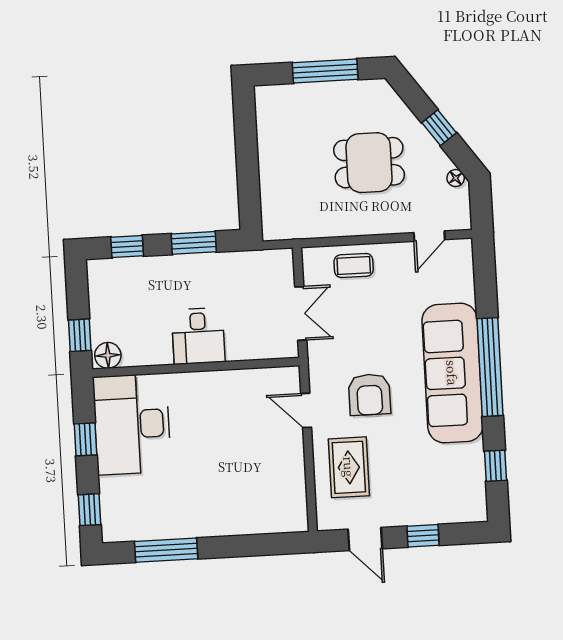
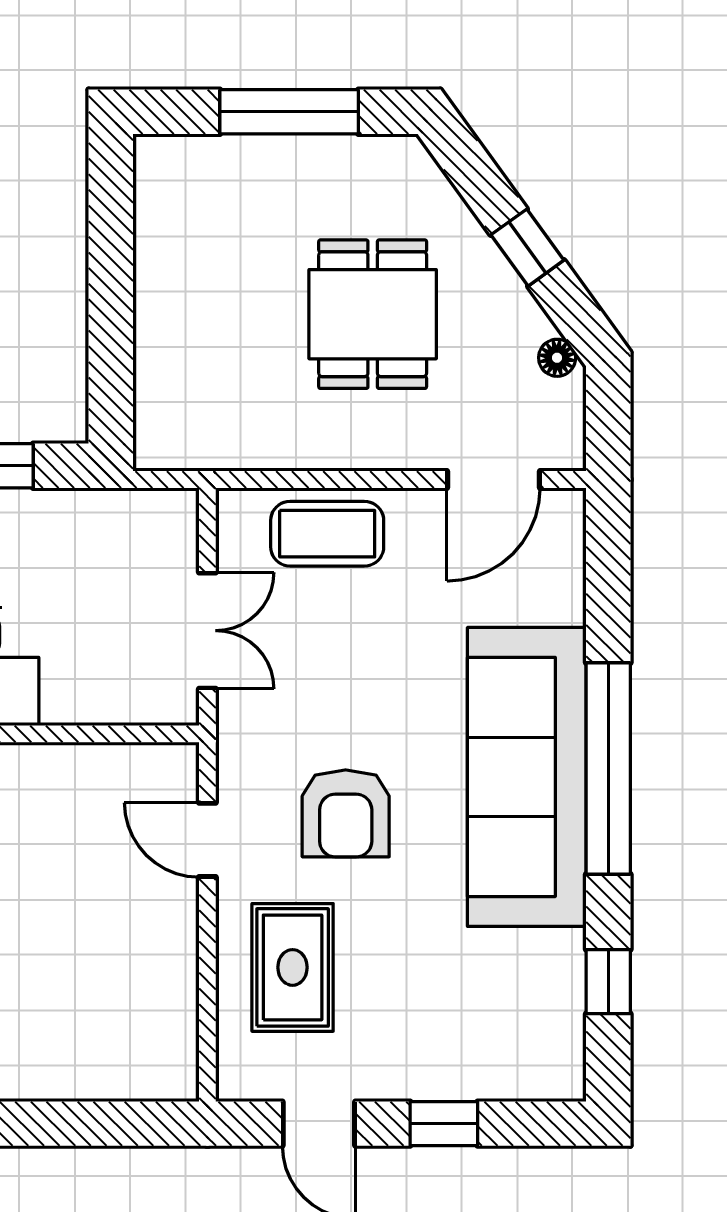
dining table: (369, 163) -> (373, 314), turned 90
door: (429, 236) -> (493, 480), width x1.38
coffee table: (354, 265) -> (327, 534), width x1.36, depth x1.30

